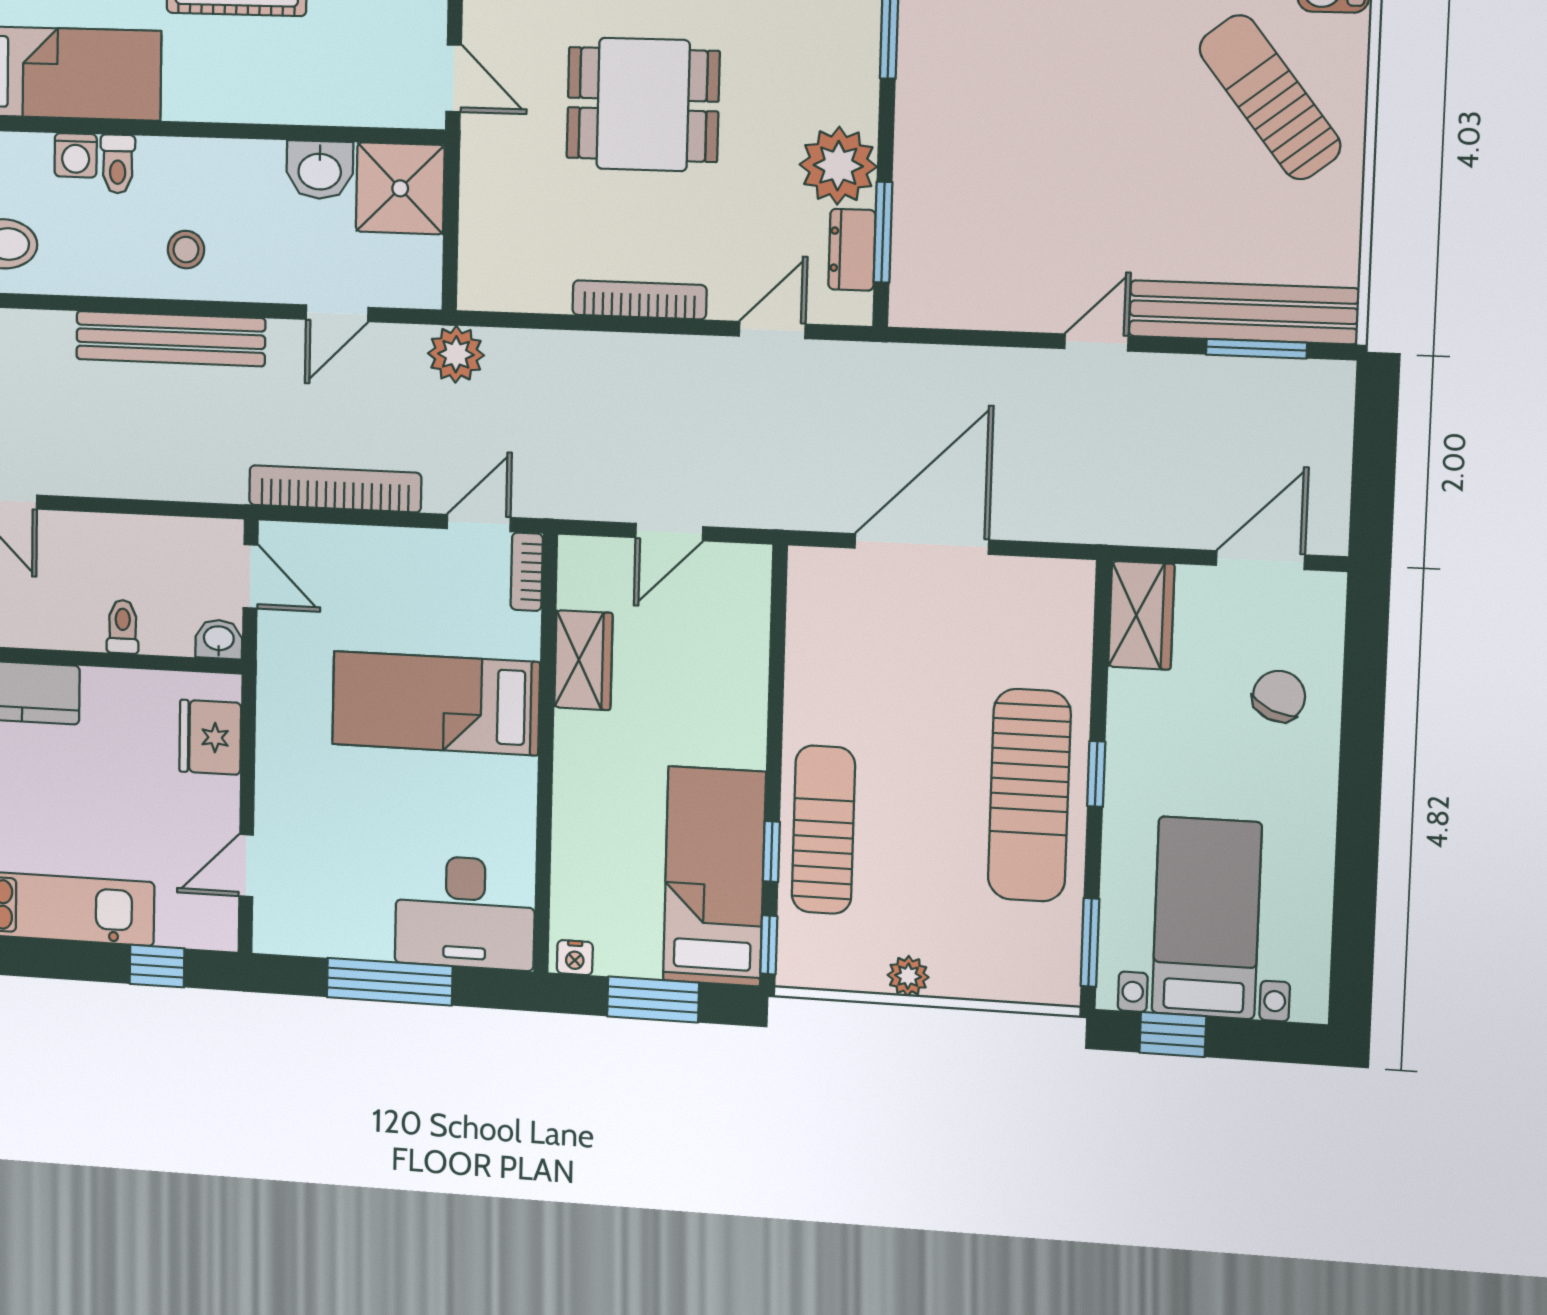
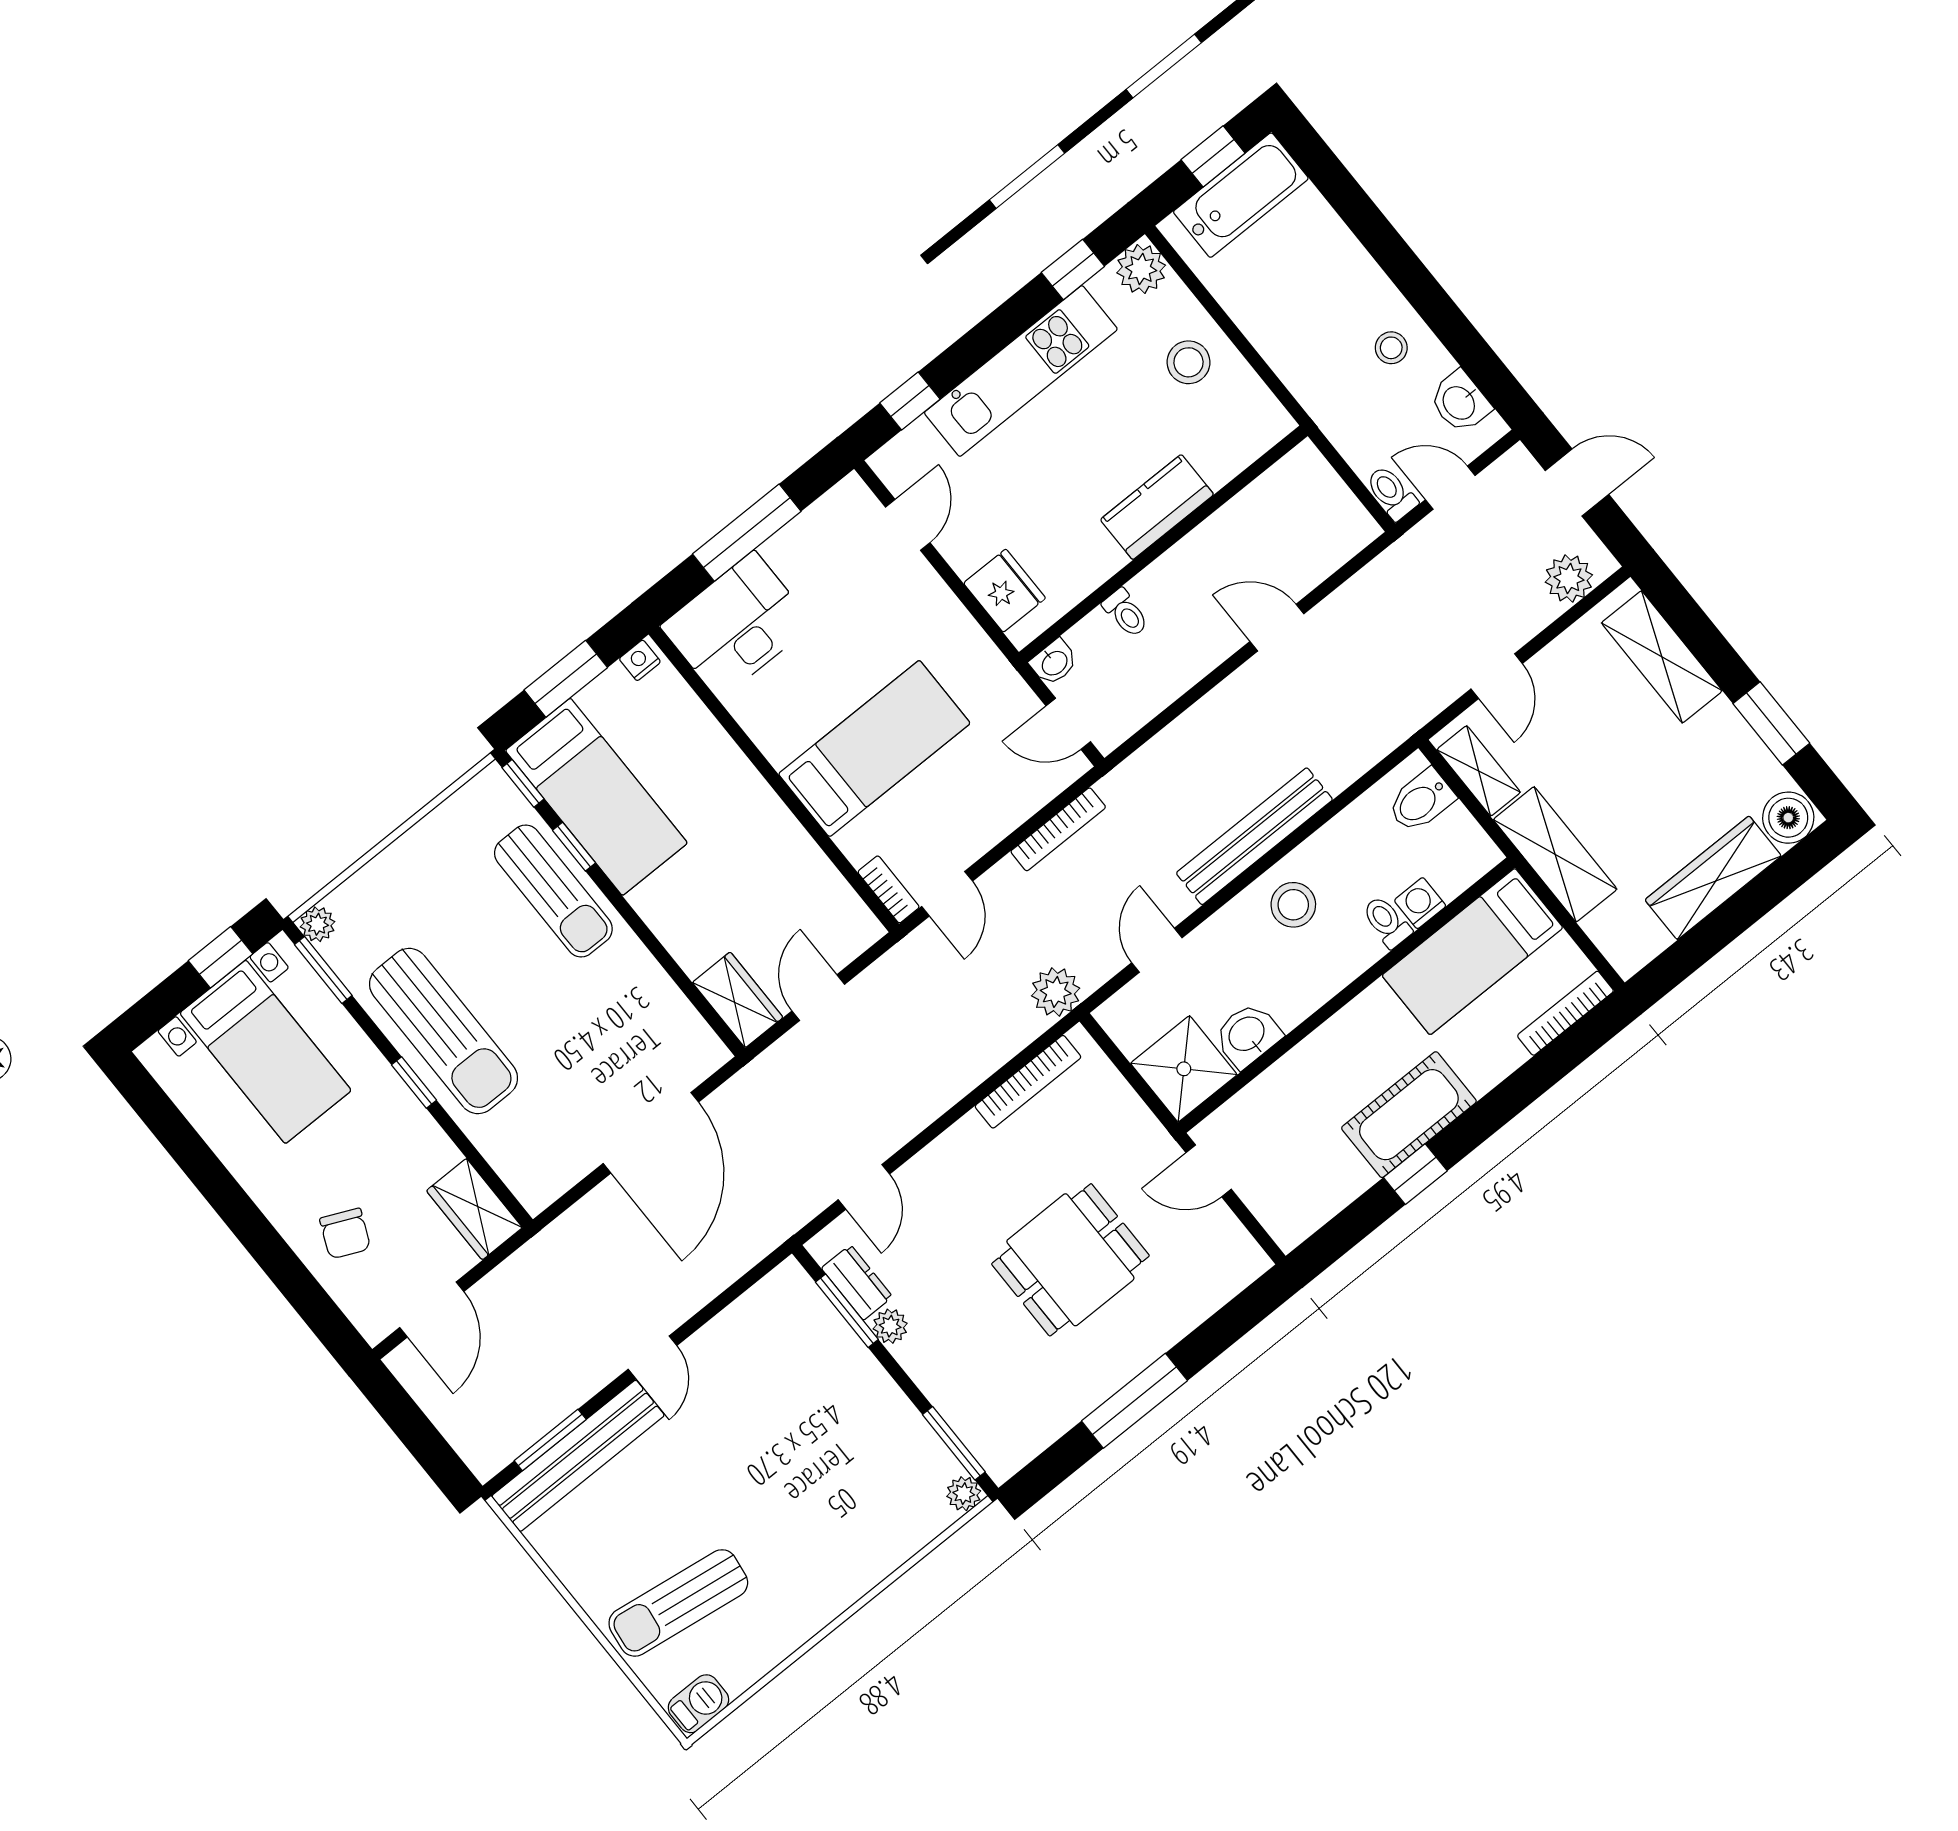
sun lounger: (1270, 97) -> (678, 1603), turned 136
plant: (838, 166) -> (890, 1326), width x0.53, depth x0.53
stool: (186, 250) -> (1293, 905), width x1.37, depth x1.37
bookcase: (639, 300) -> (1028, 1082), moved
bookcase: (335, 489) -> (1058, 829), width x0.68, depth x0.76
wardrobe: (583, 660) -> (738, 1000), moved, turned 180
sun lounger: (1029, 795) -> (444, 1031), turned 180
plant: (908, 976) -> (317, 924), moved

